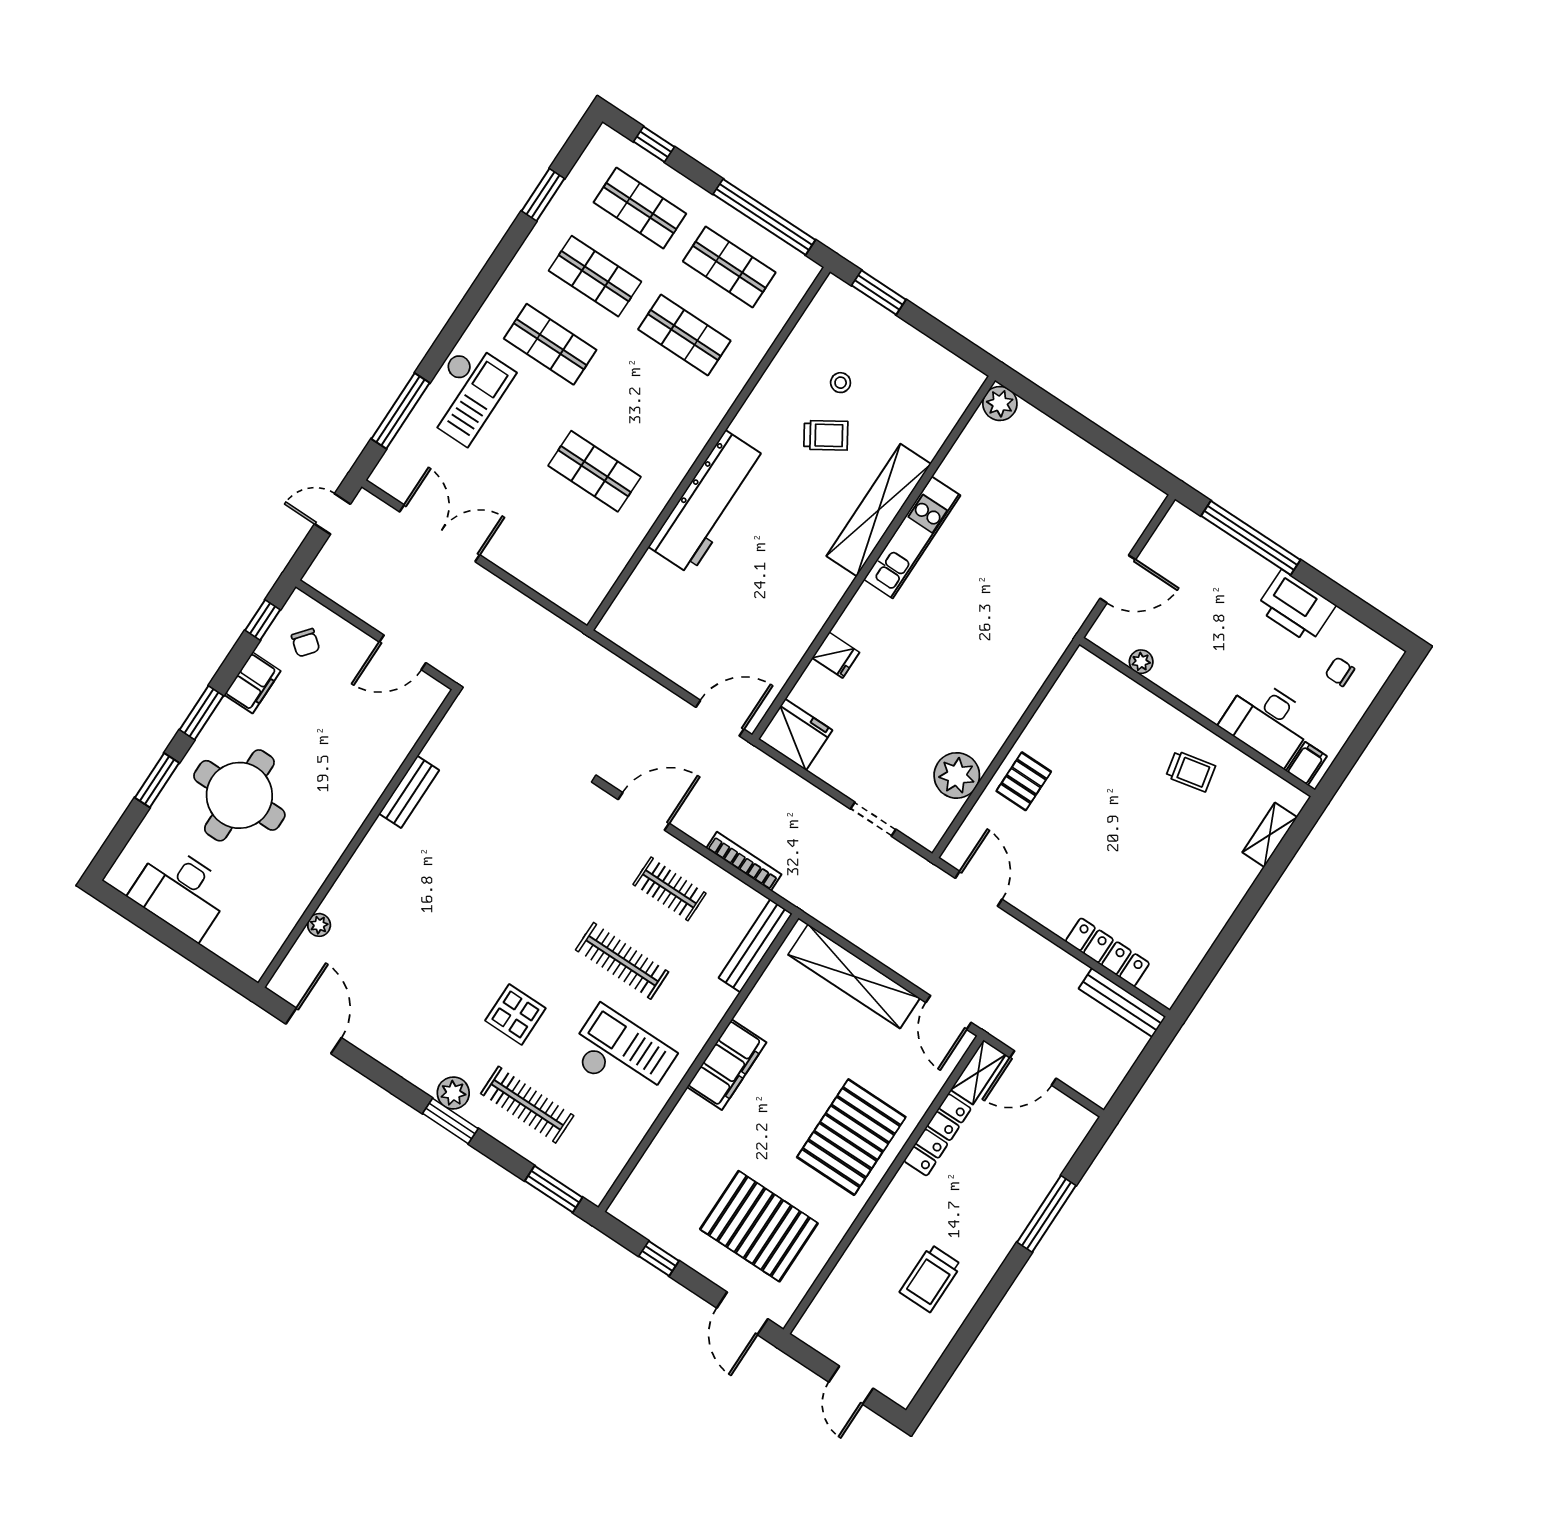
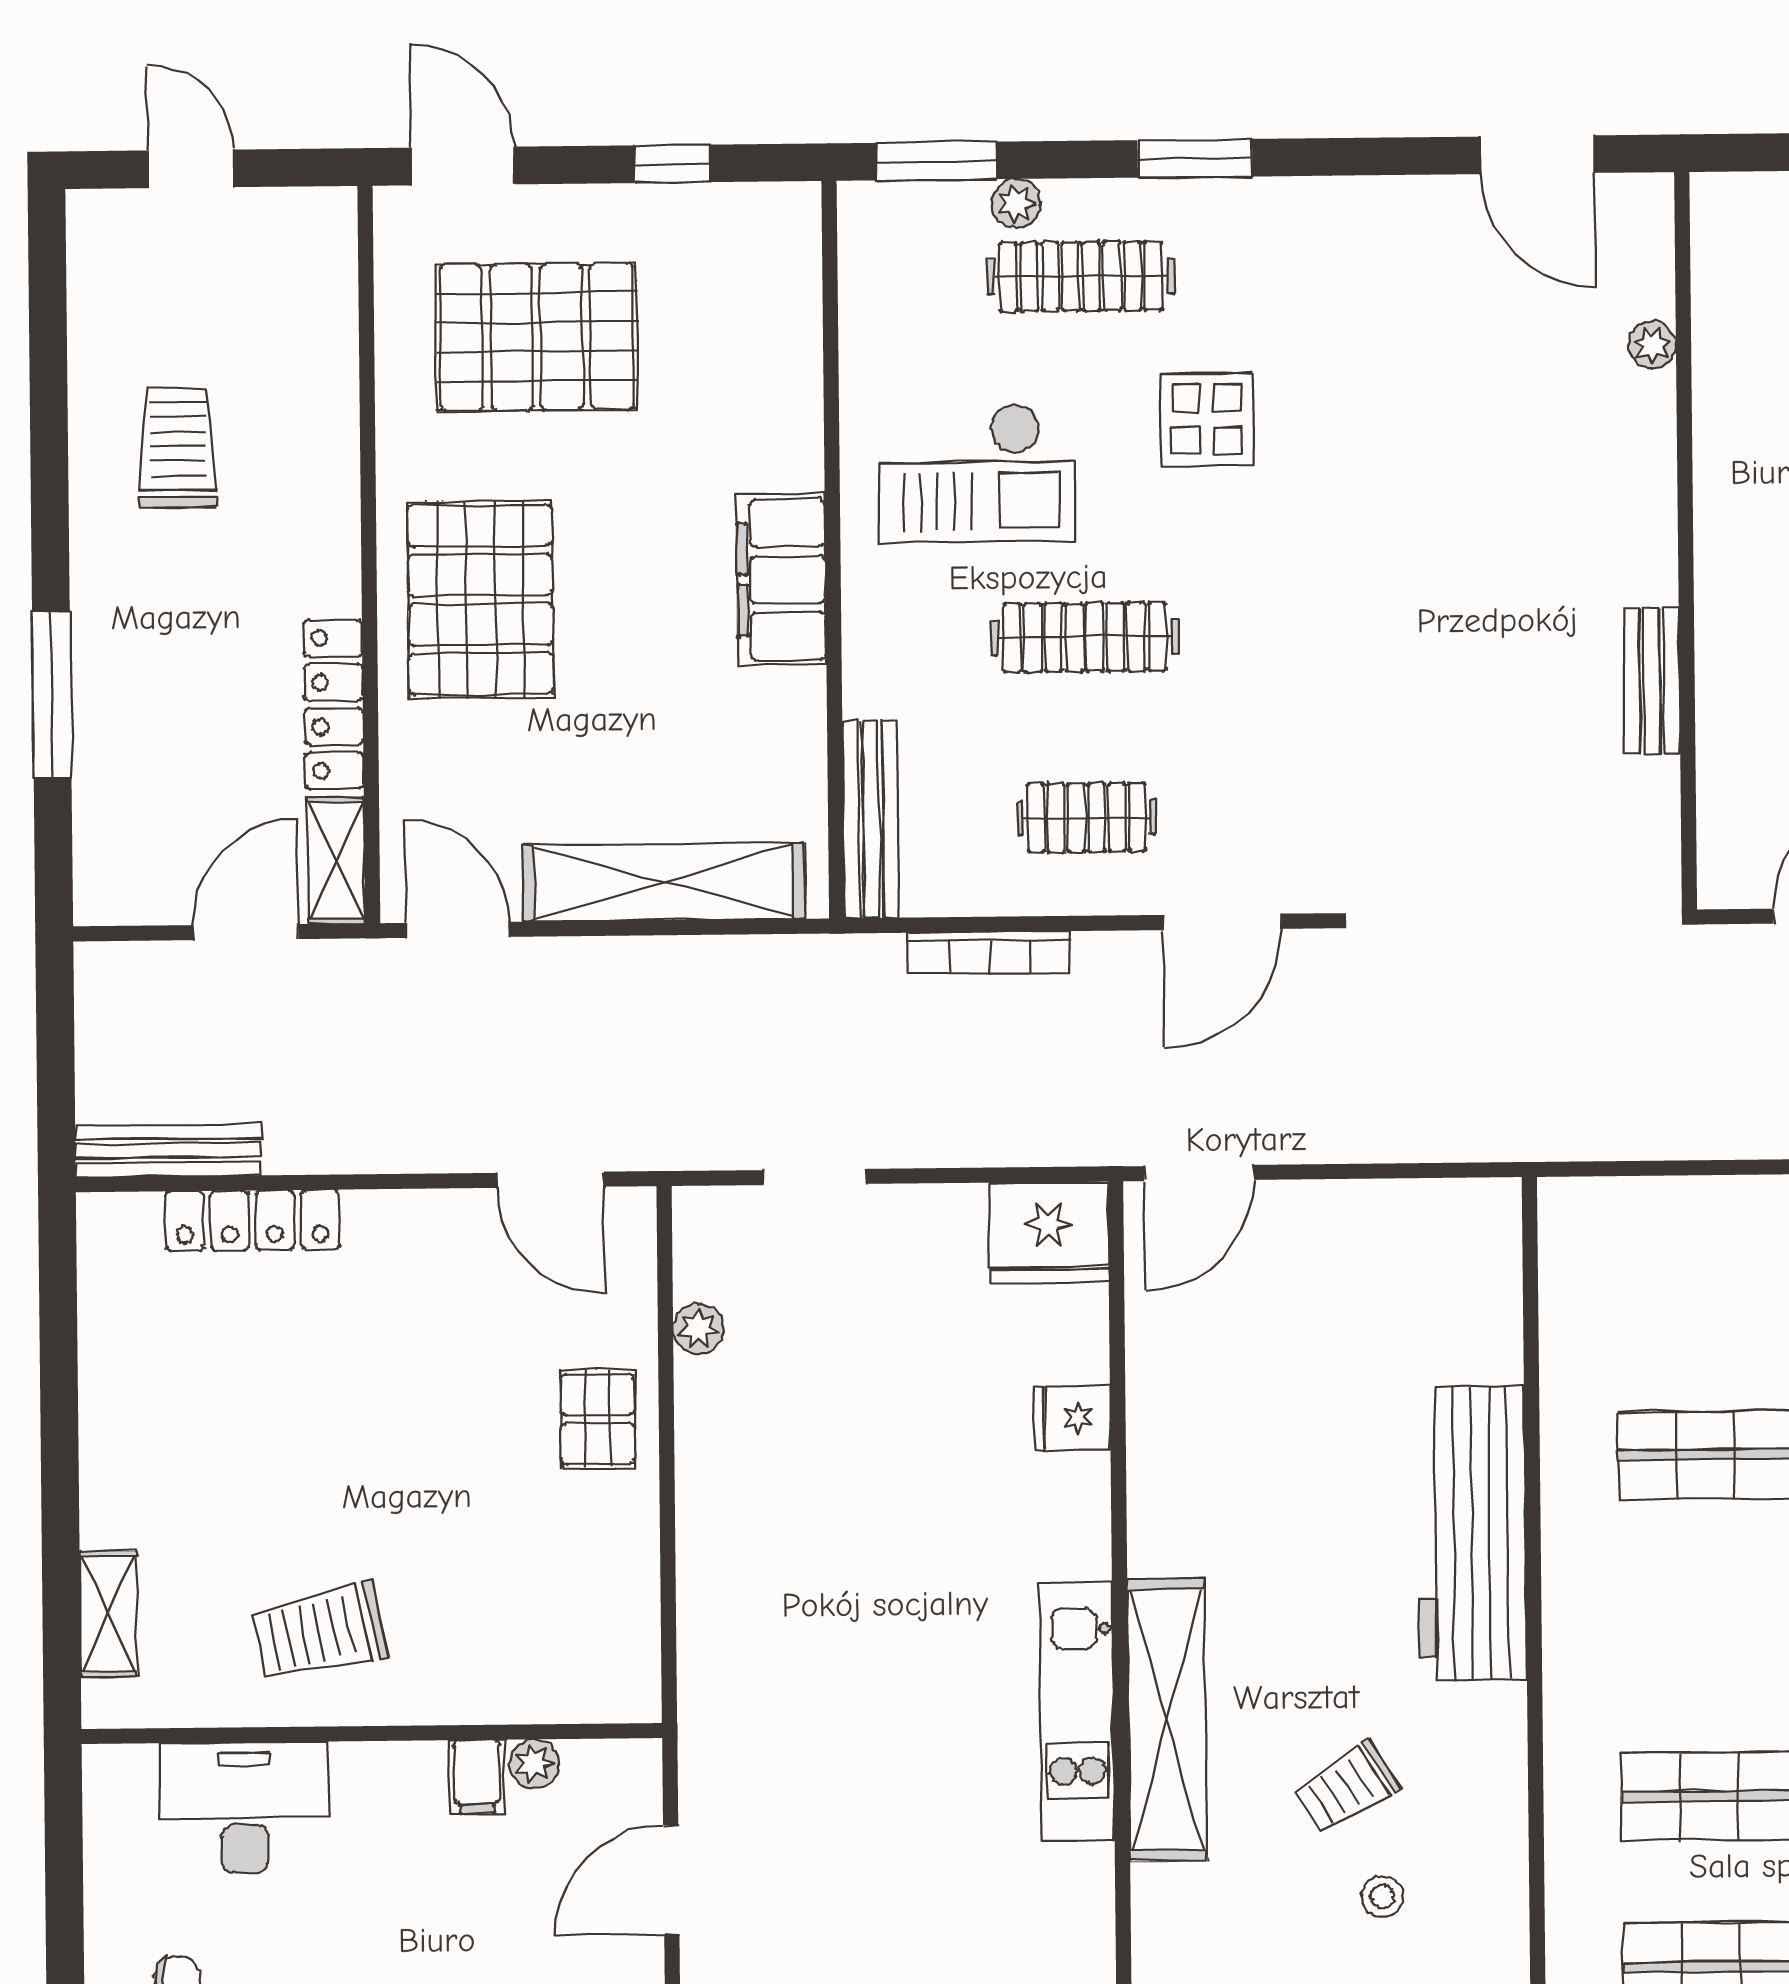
filing cabinet: (1306, 764) -> (477, 1777), moved
trolley: (1191, 771) -> (320, 1632), width x1.36, depth x1.39
plant: (957, 775) -> (698, 1329), width x0.53, depth x0.53
plant: (453, 1093) -> (1016, 203), moved, width x0.73, depth x0.73

